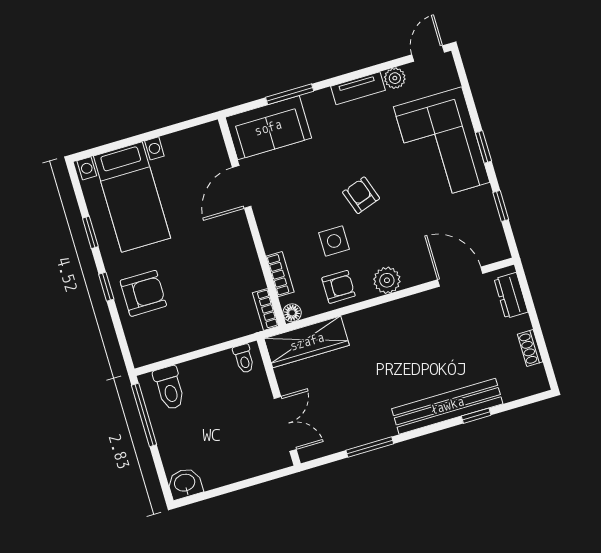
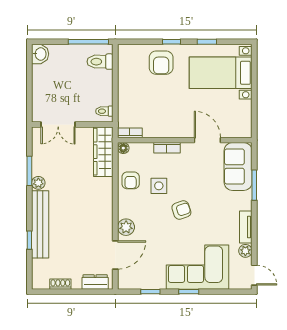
bookcase: (280, 274) -> (167, 148), moved
plant: (387, 280) -> (126, 227), moved
plant: (384, 428) -> (38, 183), added

